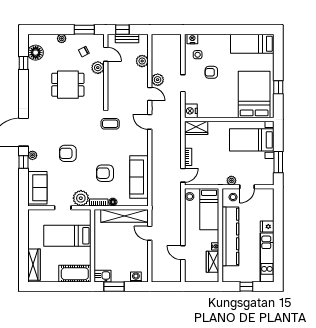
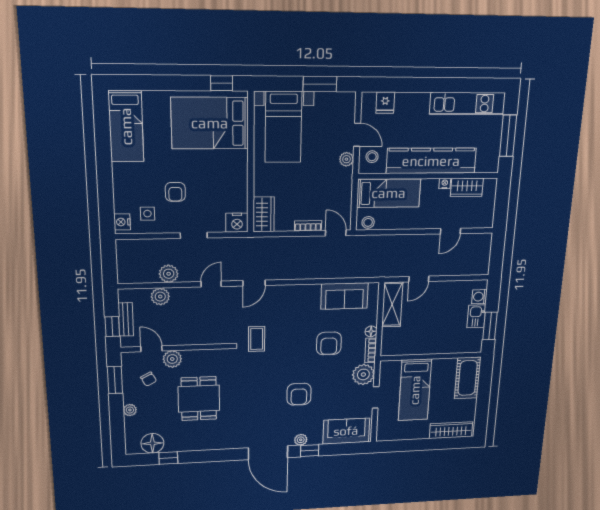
door: (106, 54) -> (151, 349), hinge flipped
plant: (158, 80) -> (169, 274), moved
window: (278, 87) -> (222, 83), moved
sofa: (139, 177) -> (345, 296), width x0.73
shelving: (124, 216) -> (392, 304), width x0.68
fridge: (267, 226) -> (385, 103), moved
kitchen sink: (103, 276) -> (476, 316), moved
window: (246, 287) -> (508, 136), width x2.17

